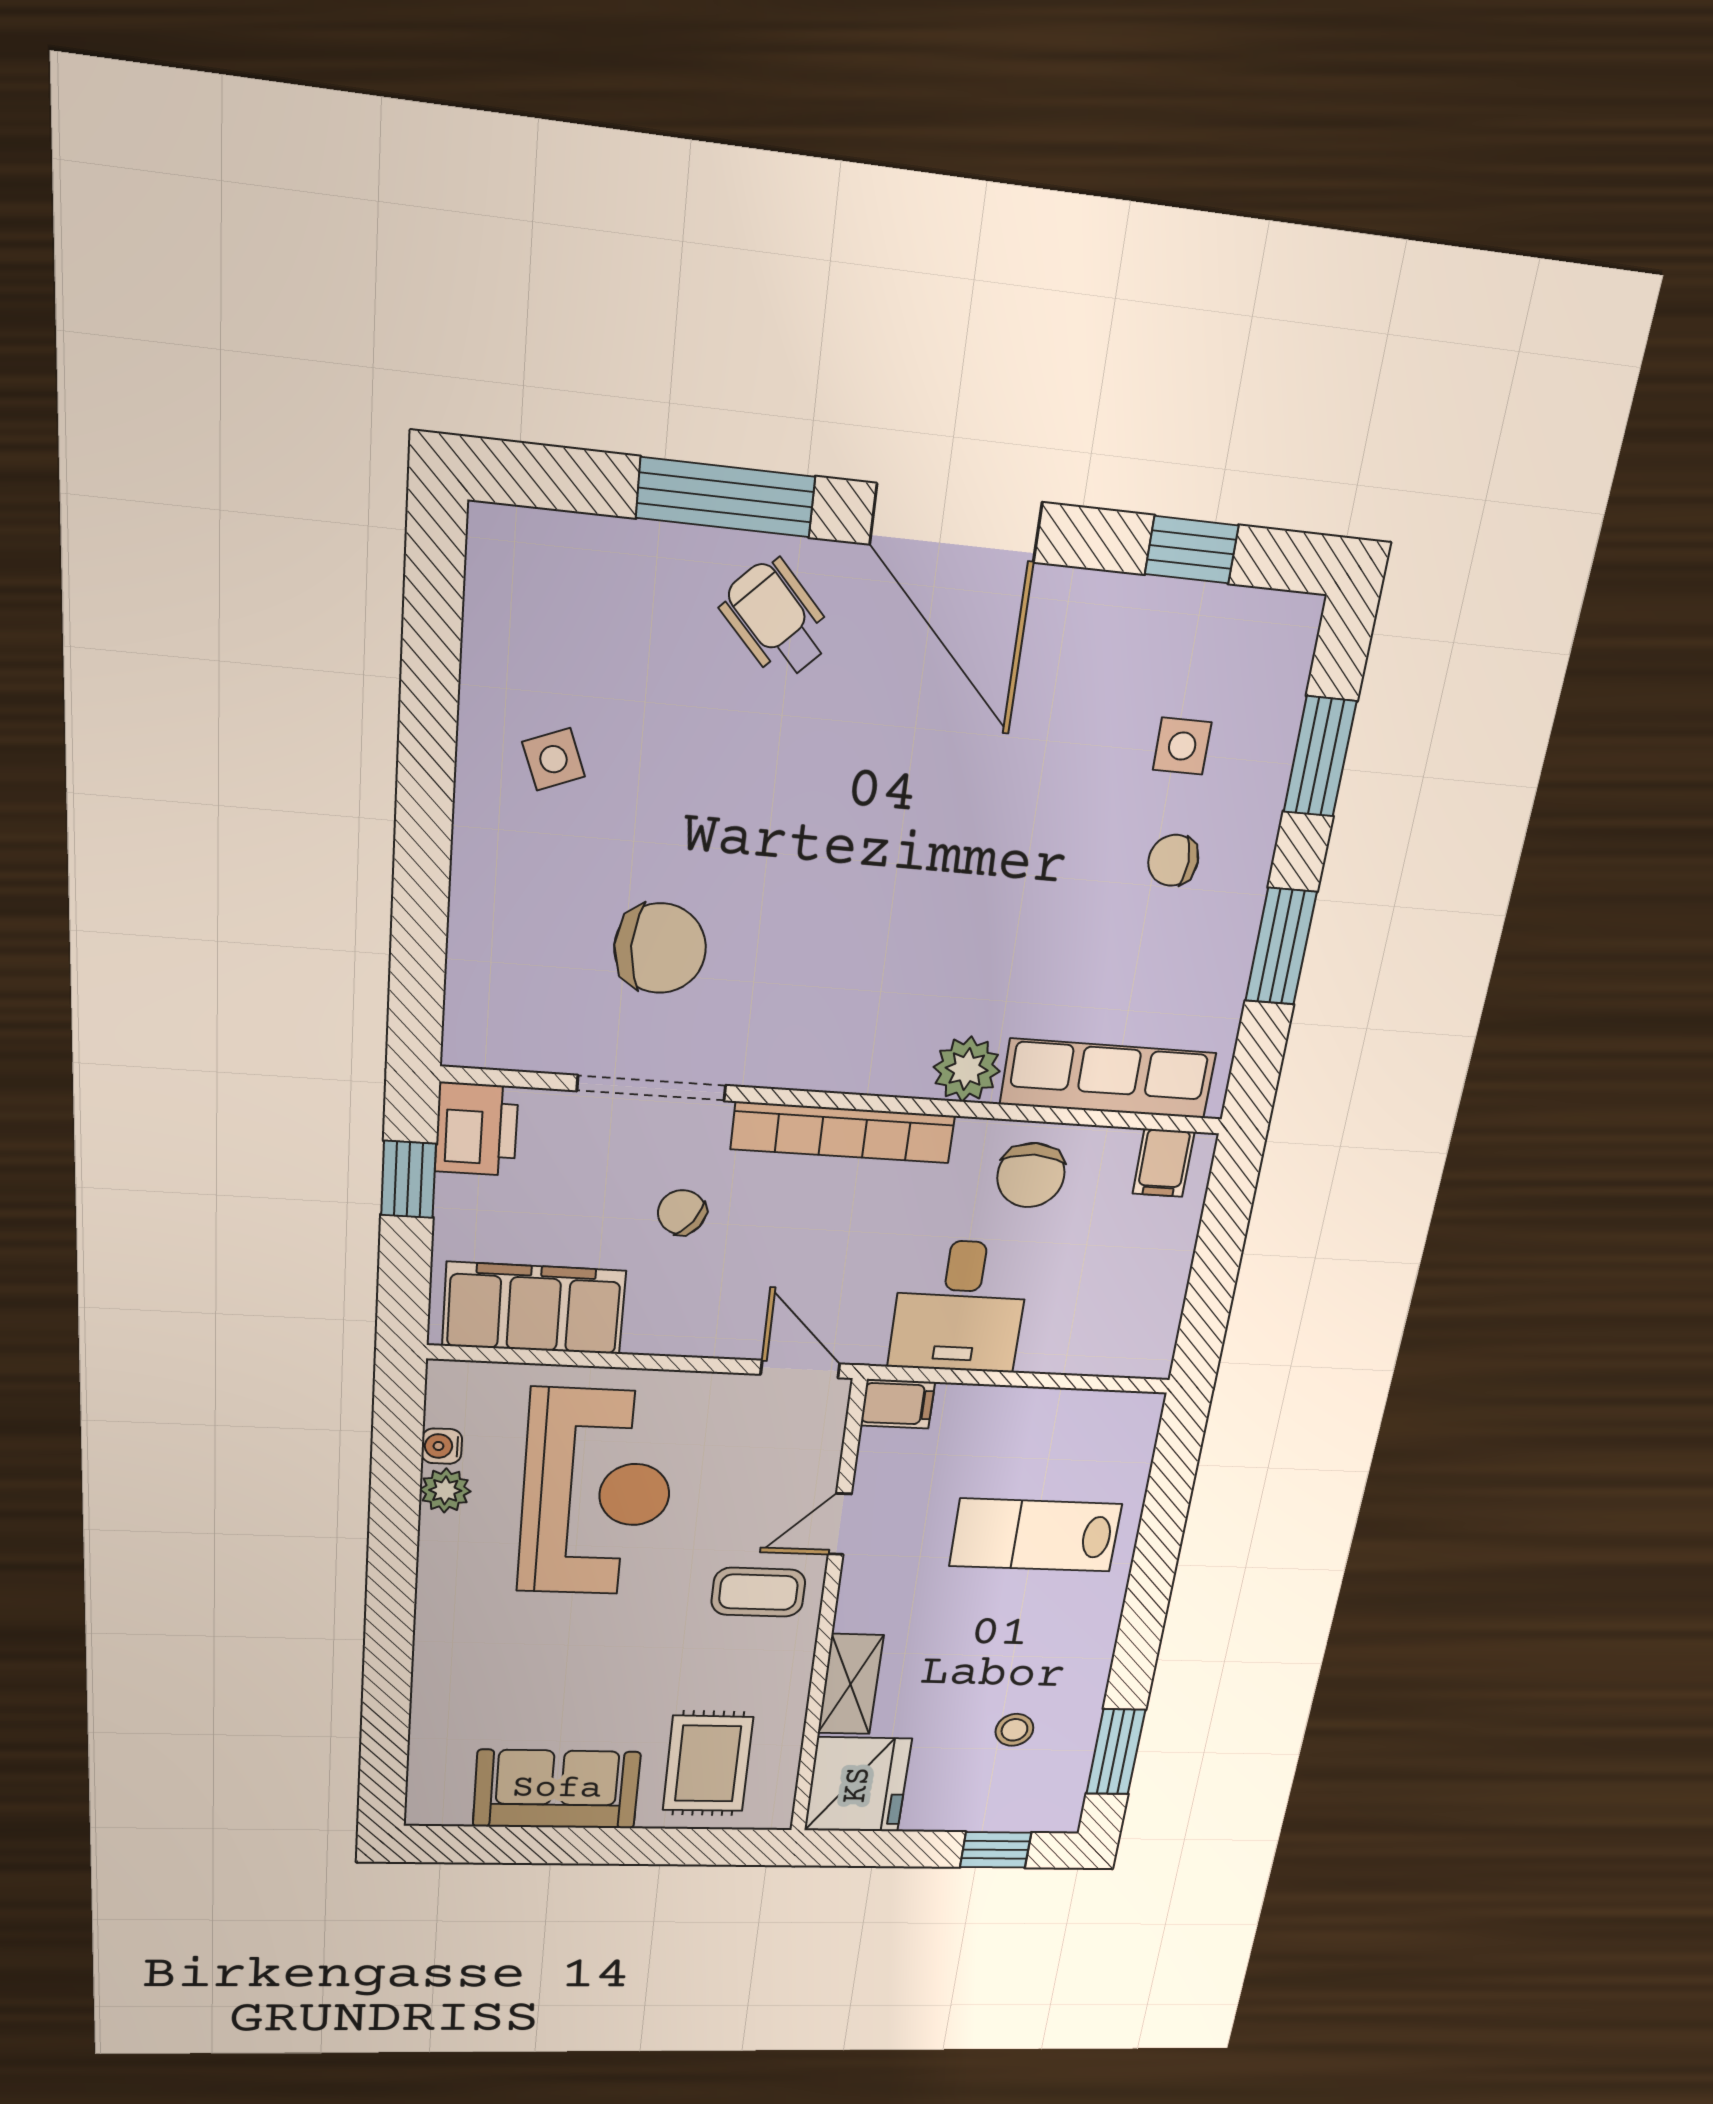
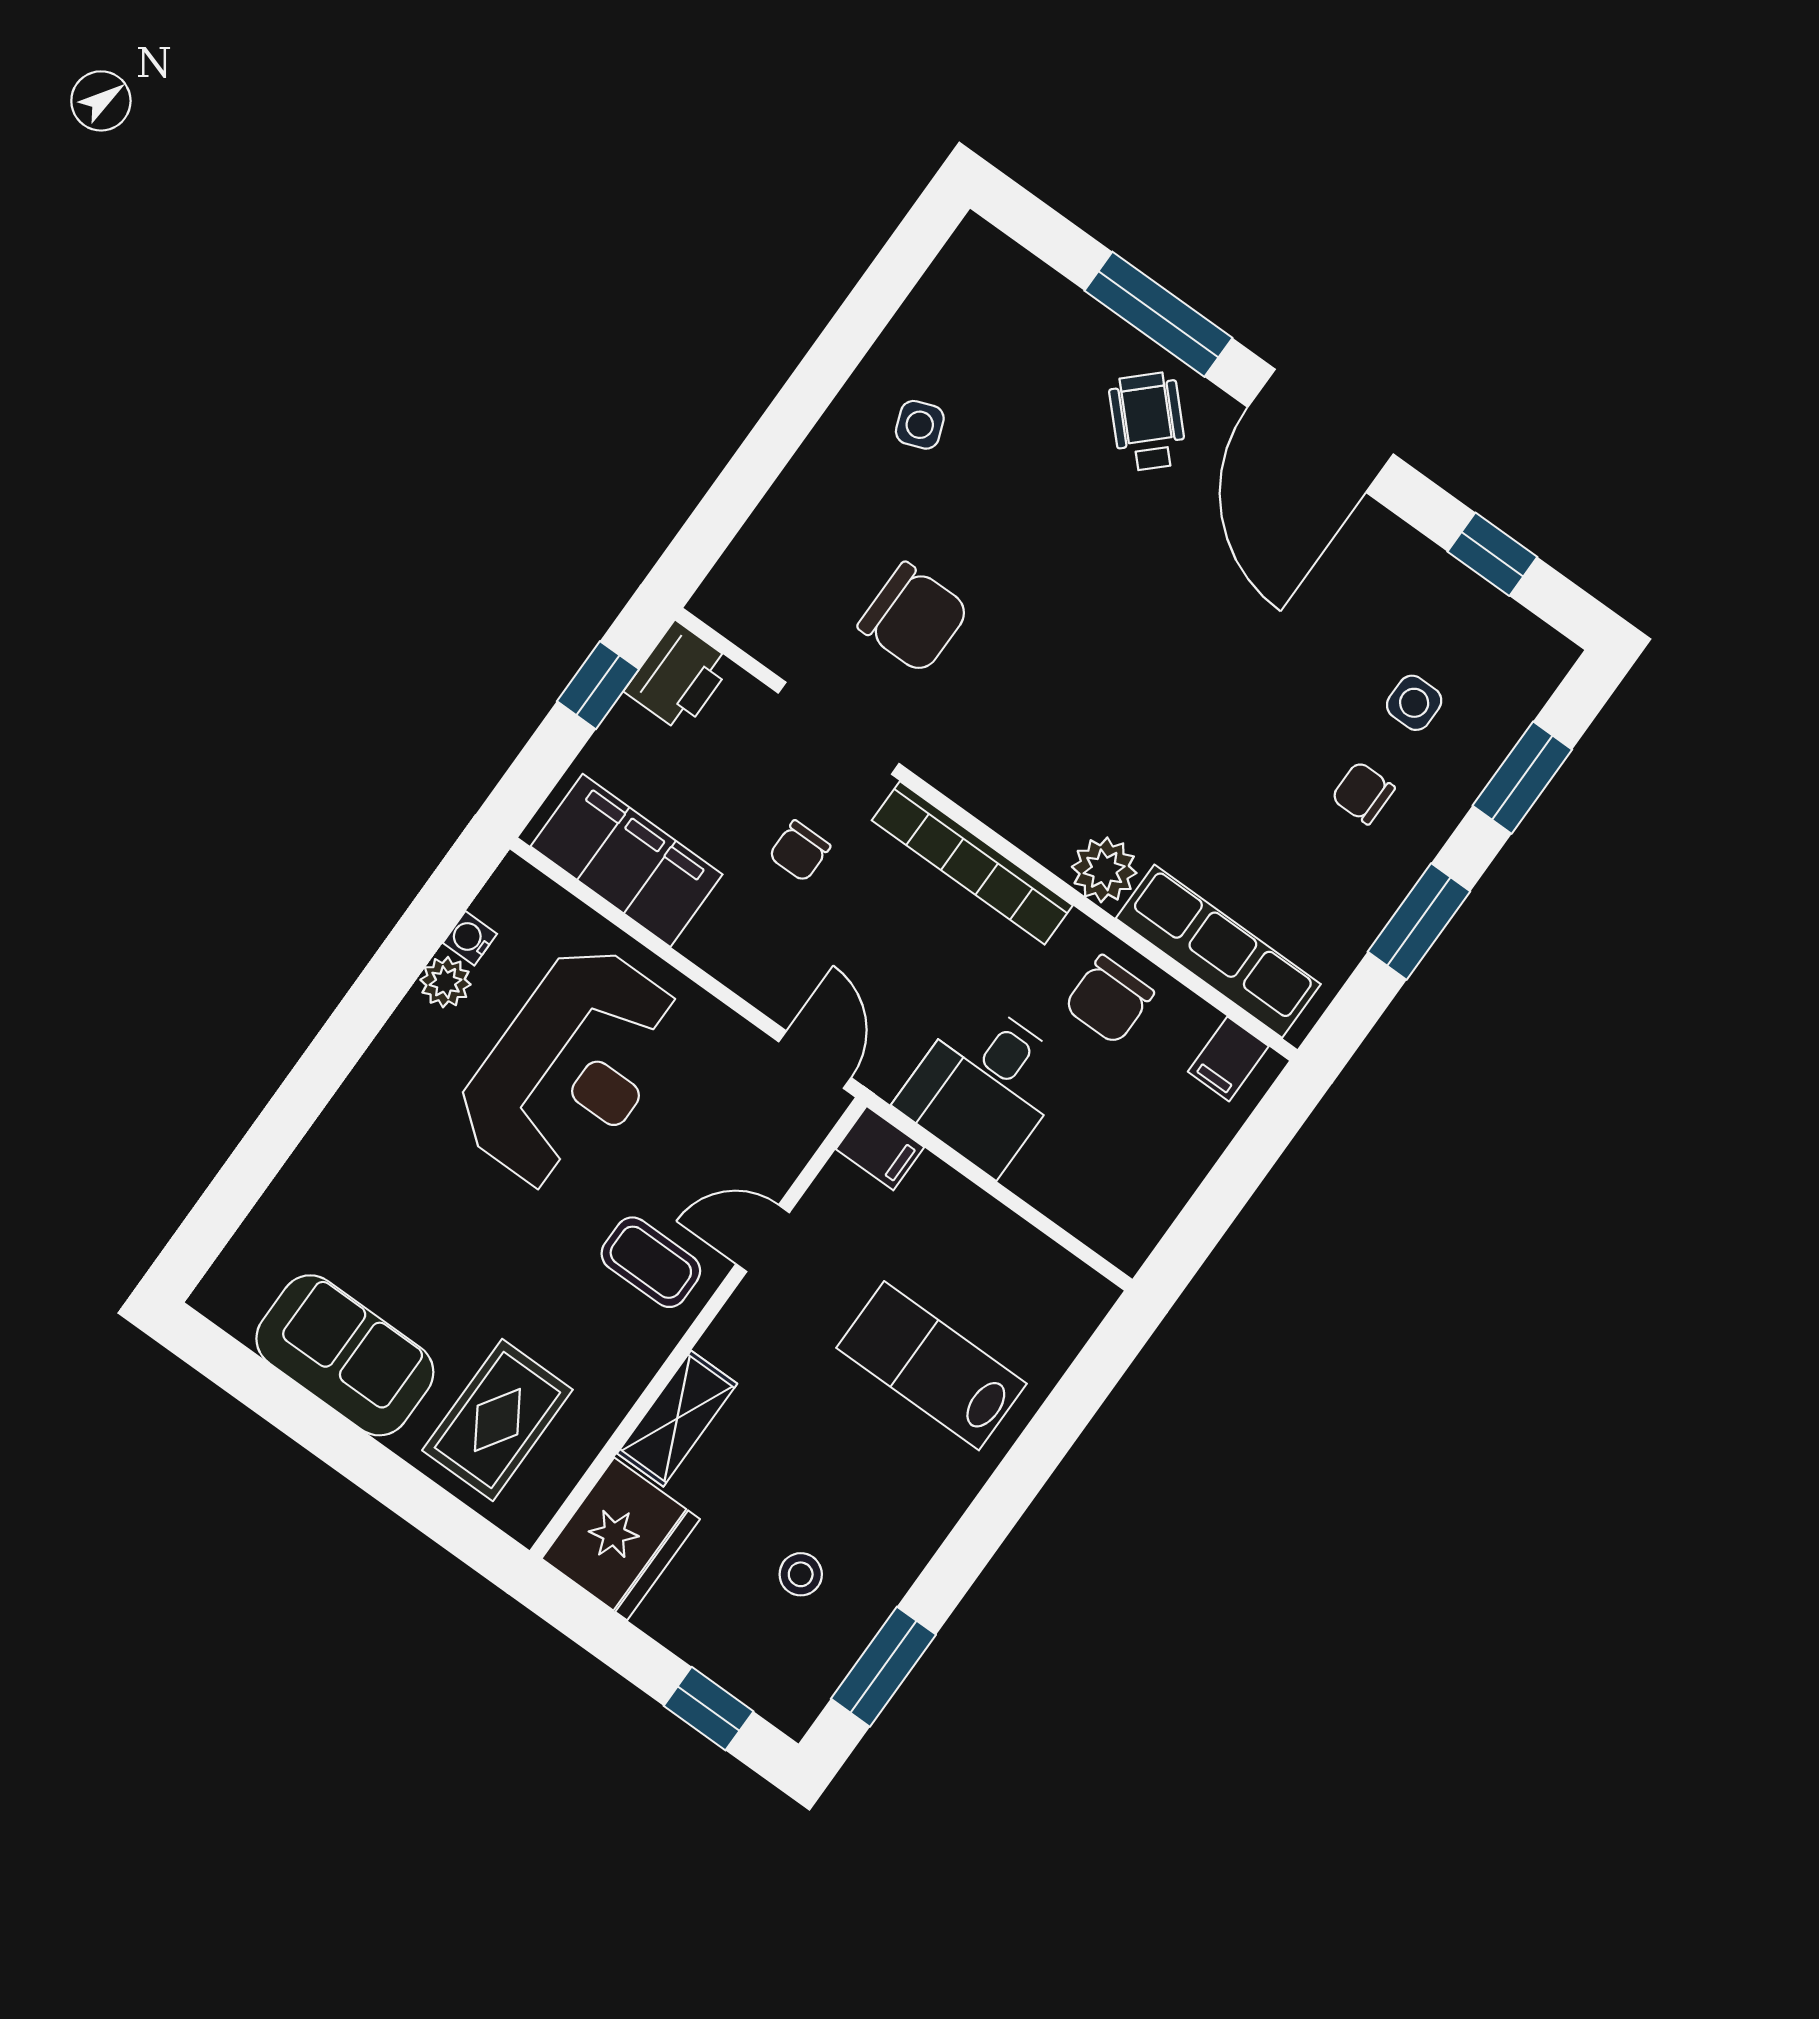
chair: (682, 1212) -> (800, 851), turned -126

